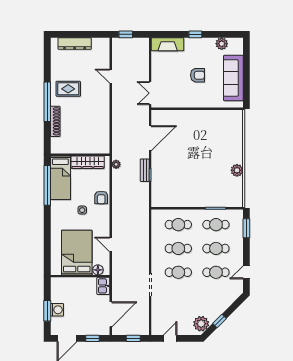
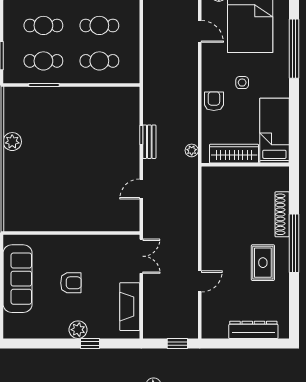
window: (195, 34) -> (90, 343), moved
fireplace: (168, 44) -> (130, 307), moved, turned -90
plant: (222, 44) -> (78, 330), moved
armchair: (197, 75) -> (71, 283), turned 180
door: (111, 76) -> (200, 281), hinge flipped
rug: (68, 89) -> (263, 263), turned 90
door: (150, 138) -> (141, 189), width x0.53
window: (47, 185) -> (294, 49), moved

